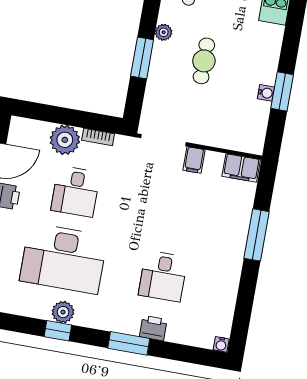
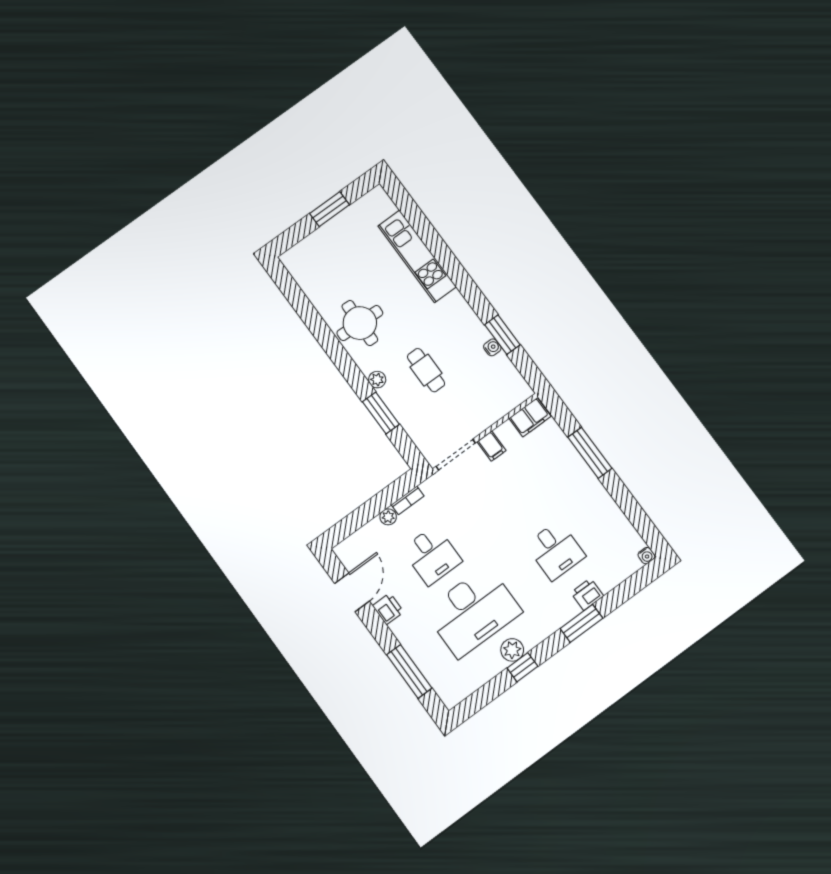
plant: (65, 140) -> (388, 517), width x0.53, depth x0.53

